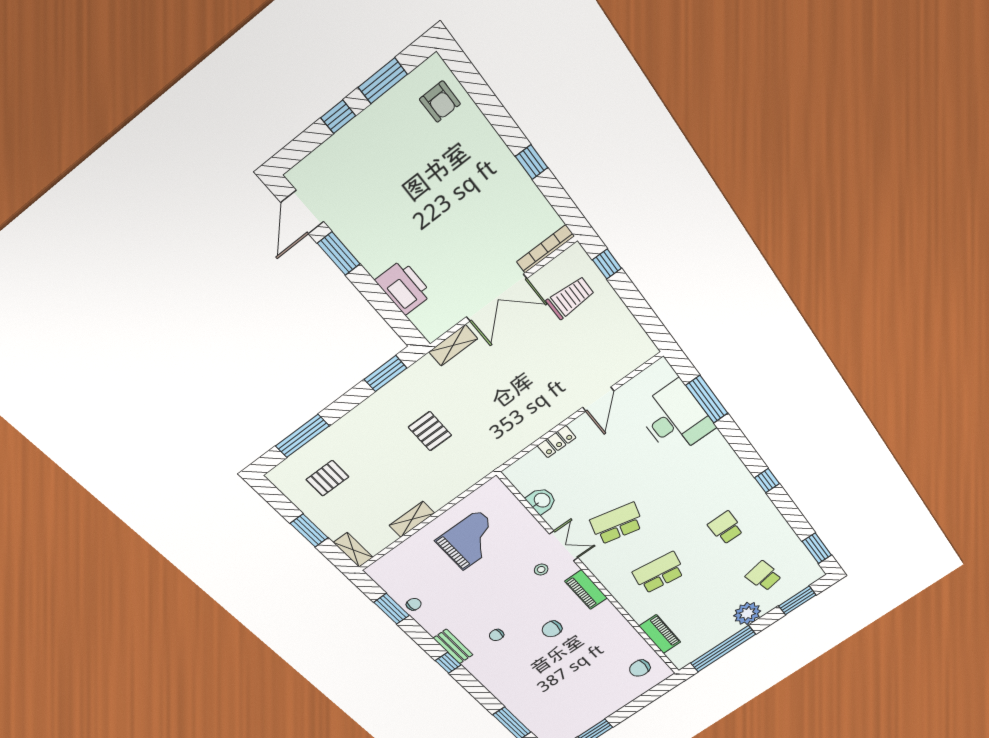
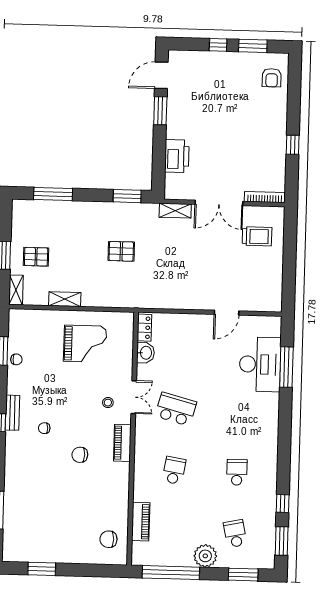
window: (607, 264) -> (290, 233), removed
pallet: (430, 431) -> (121, 251), turned 90
locker: (557, 442) -> (144, 328), moved, turned -90
pallet: (327, 478) -> (36, 257), moved
window: (767, 481) -> (283, 504), moved
school desk: (659, 573) -> (174, 470), width x0.54

